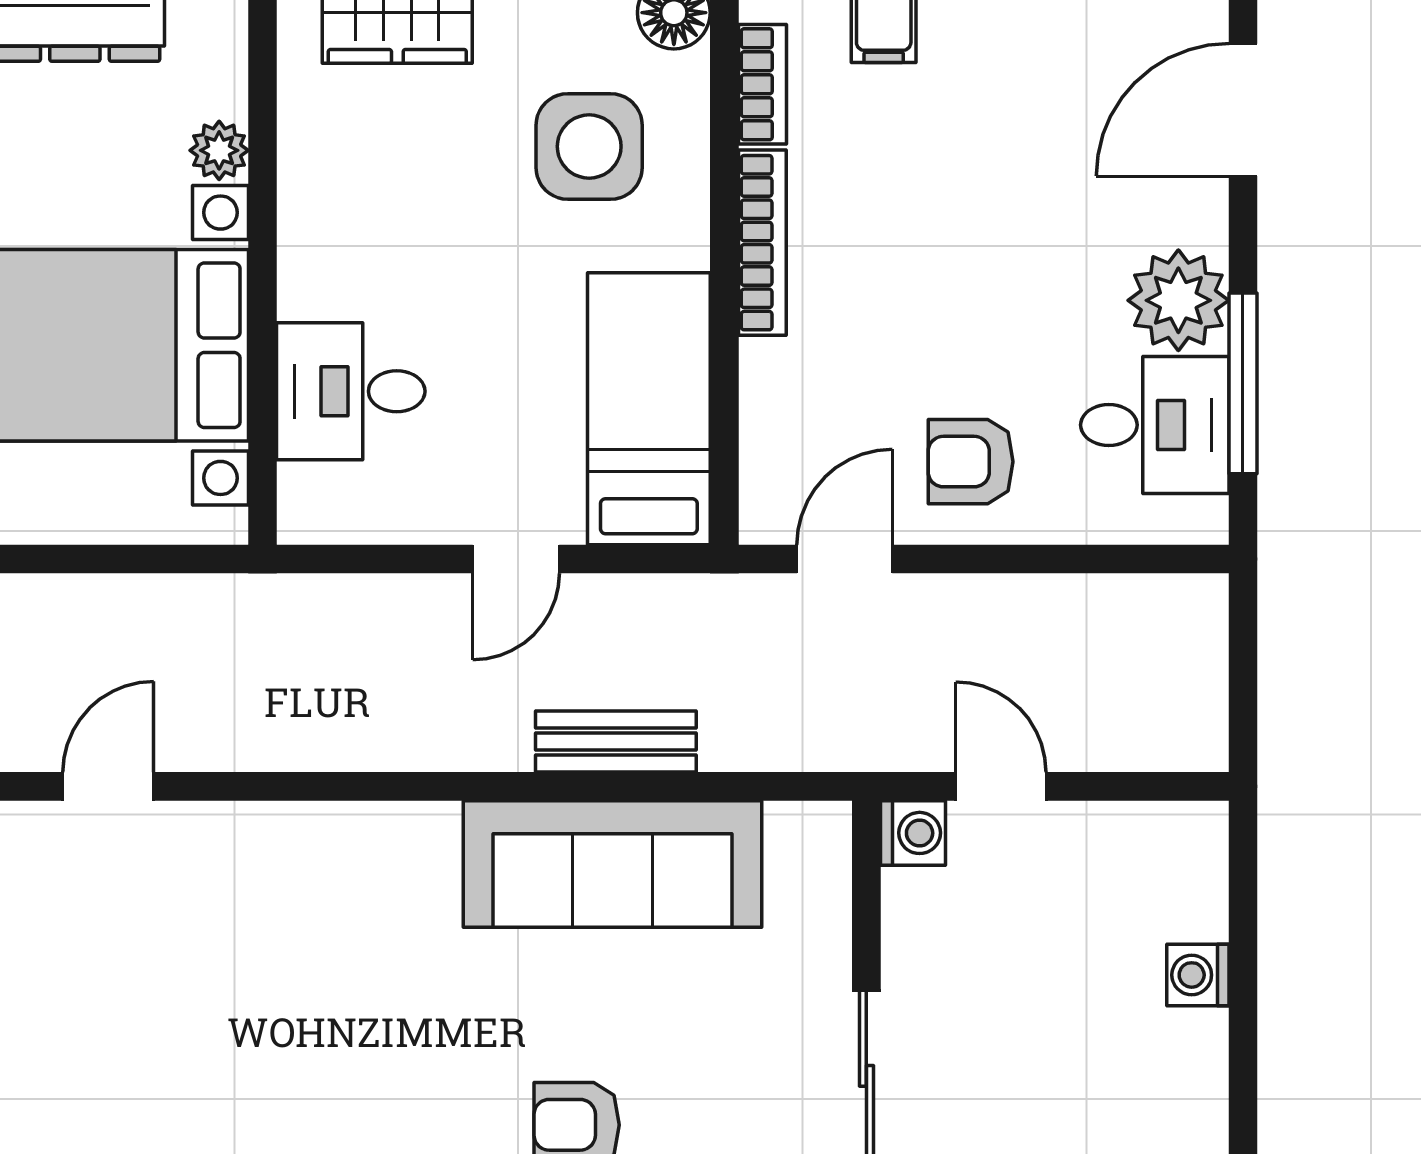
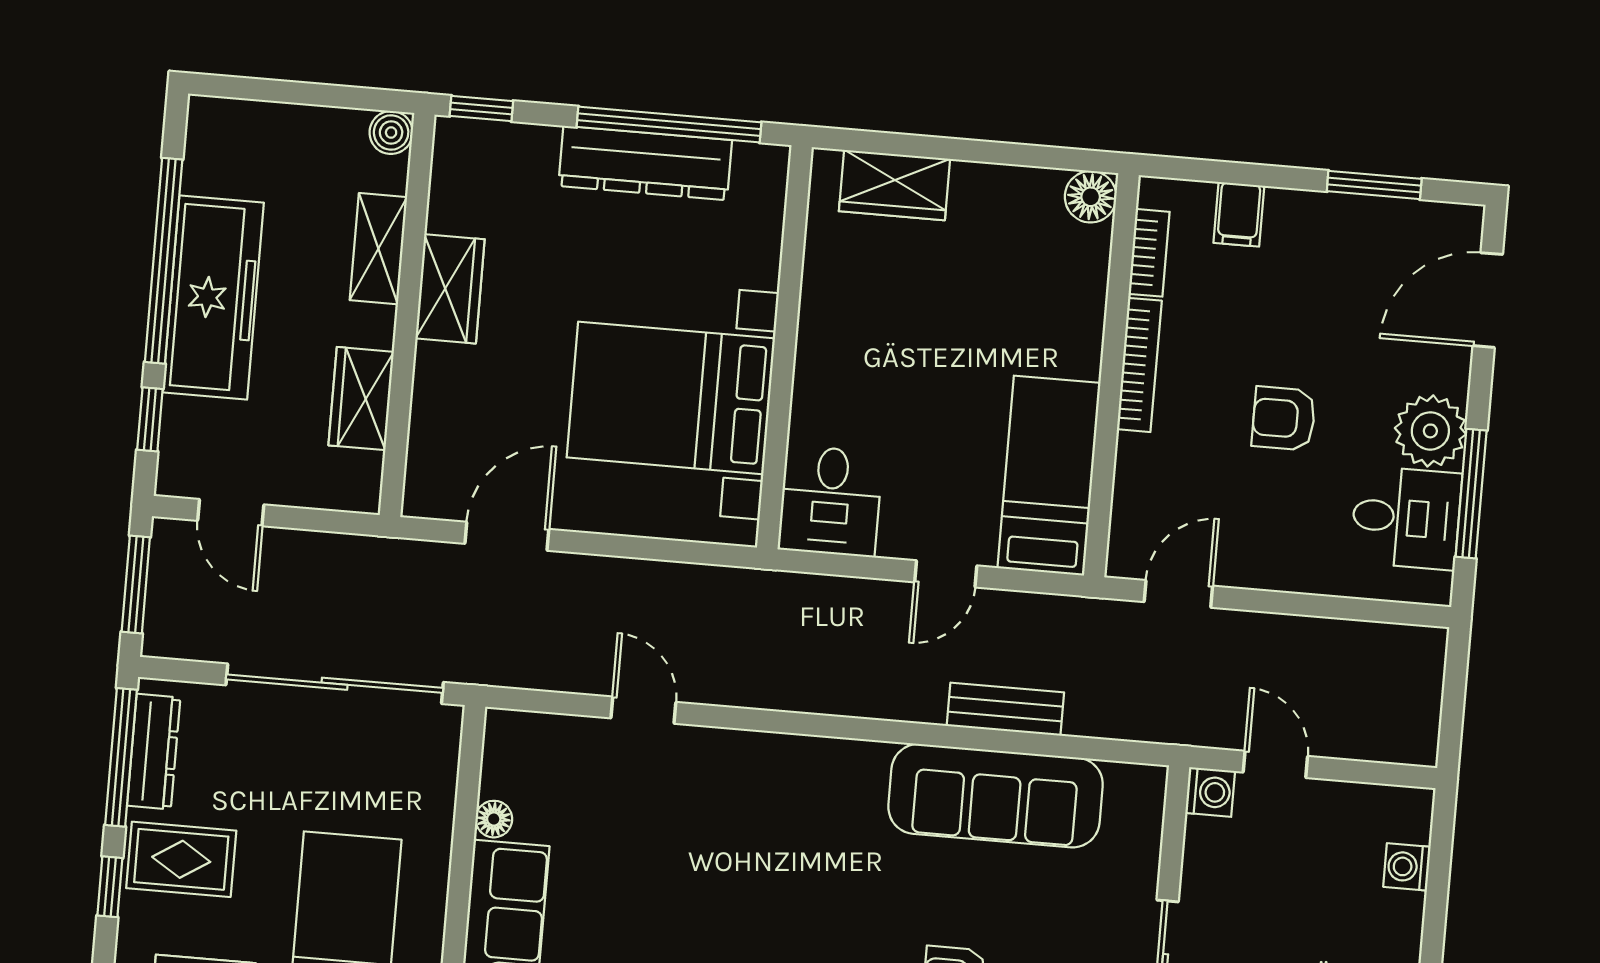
side table: (589, 146) -> (1023, 286), removed
plant: (219, 150) -> (760, 267), removed
desk: (351, 391) -> (830, 501), moved, turned -90
armchair: (971, 462) -> (1284, 418), moved
door: (108, 786) -> (643, 710), hinge flipped
washing machine: (1198, 975) -> (1407, 867), moved

